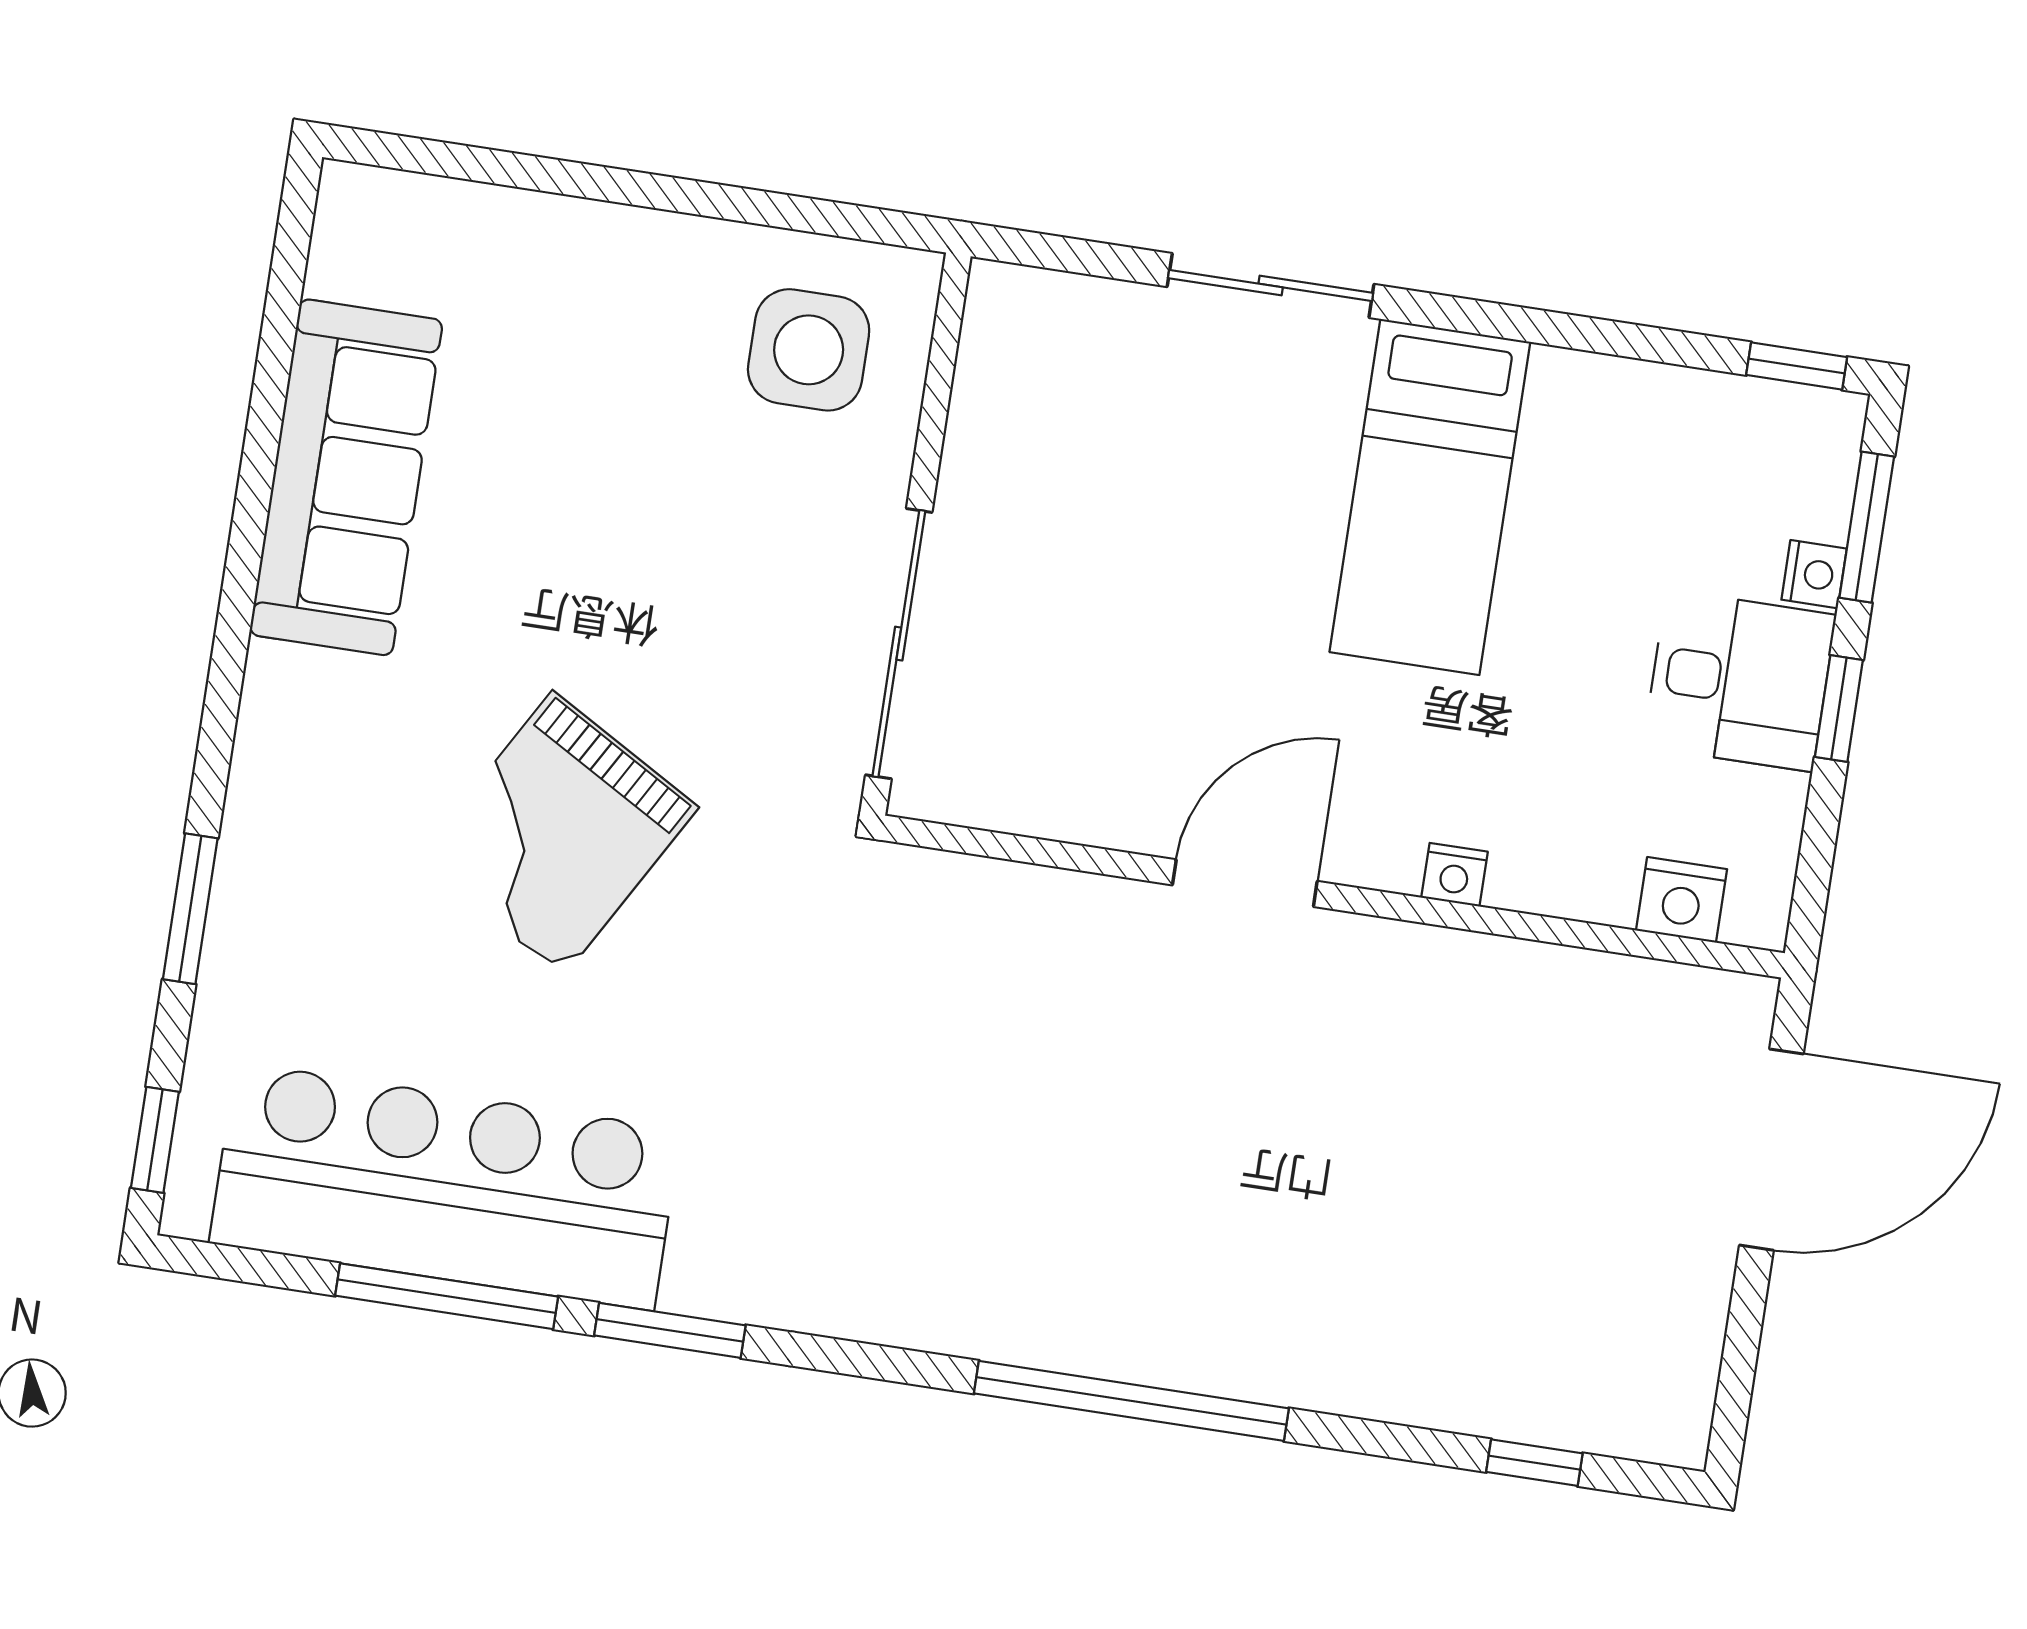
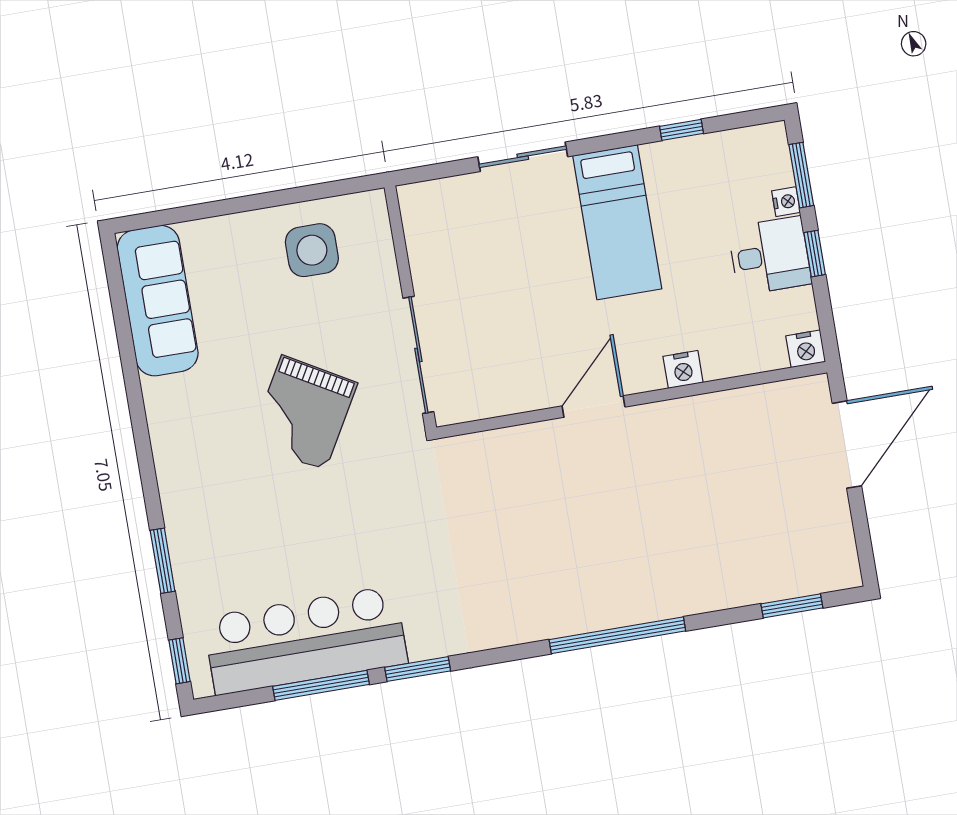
side table: (809, 350) -> (312, 250), moved
window: (1797, 366) -> (682, 130), moved
sofa: (346, 477) -> (158, 301), moved
grand piano: (558, 833) -> (303, 413), moved
nightstand: (1454, 875) -> (683, 369), width x1.39, depth x1.35
nightstand: (1682, 900) -> (806, 349), moved
window: (1534, 1463) -> (792, 606), width x1.50

